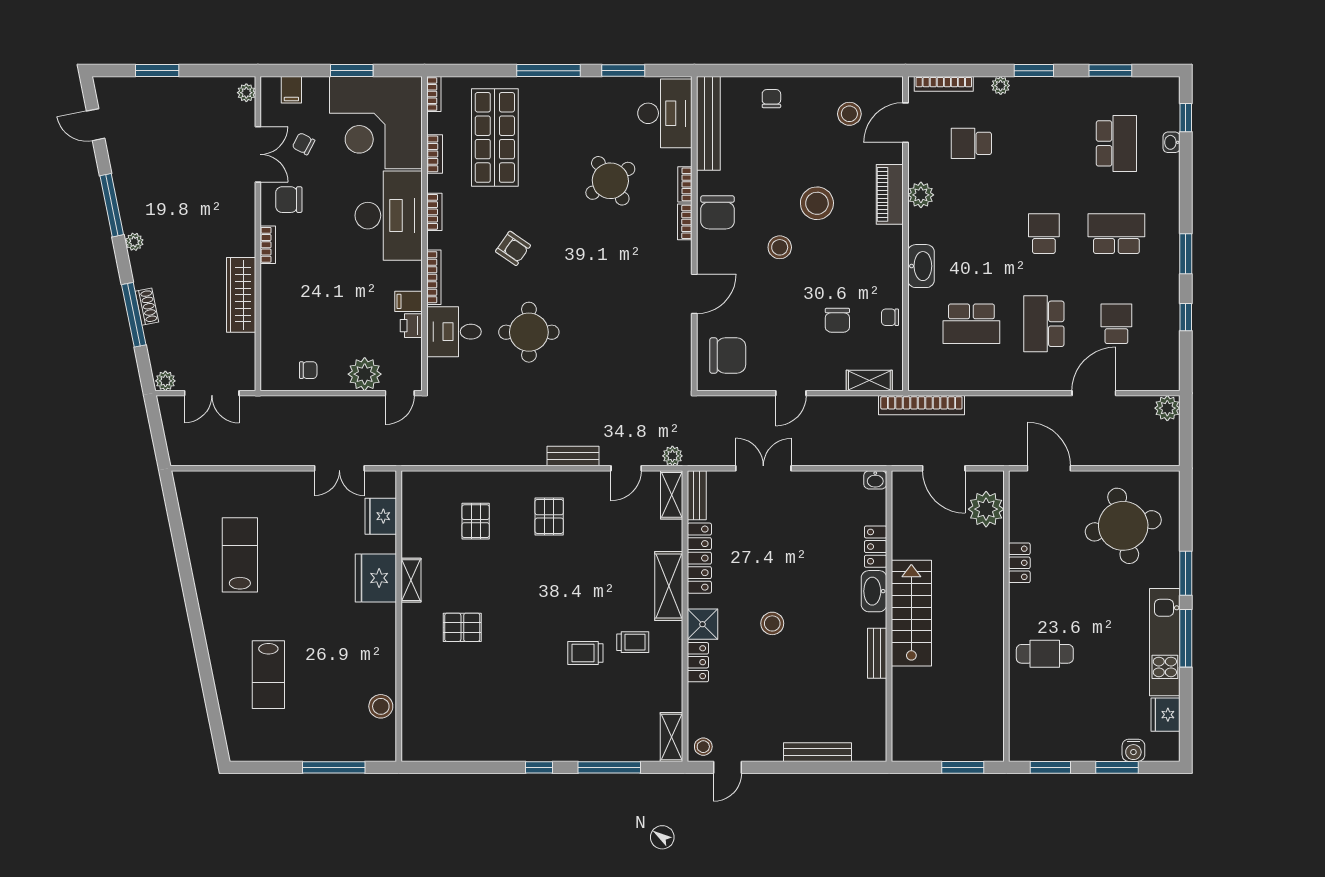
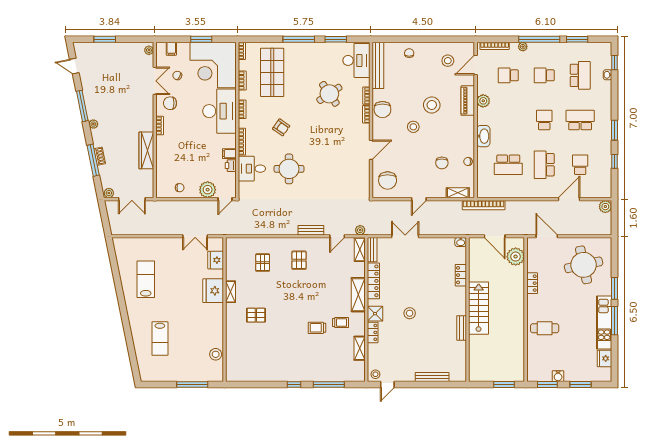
window: (1034, 71) -> (539, 39), width x2.11
school desk: (1044, 143) -> (544, 75), added
chair: (728, 356) -> (388, 180), turned 90
washbasin: (874, 591) -> (460, 297), removed
shelving: (672, 737) -> (360, 348), moved
water cooler: (1133, 750) -> (558, 376), moved

